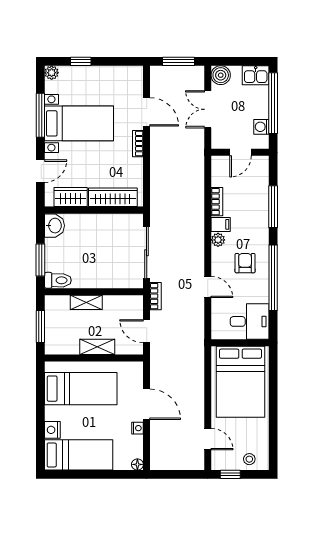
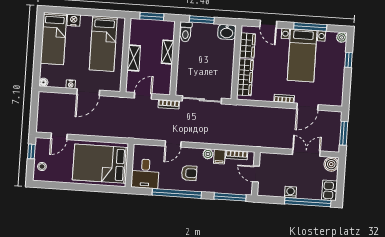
door: (240, 152) -> (256, 174), moved
wall: (240, 152) -> (256, 174), moved

